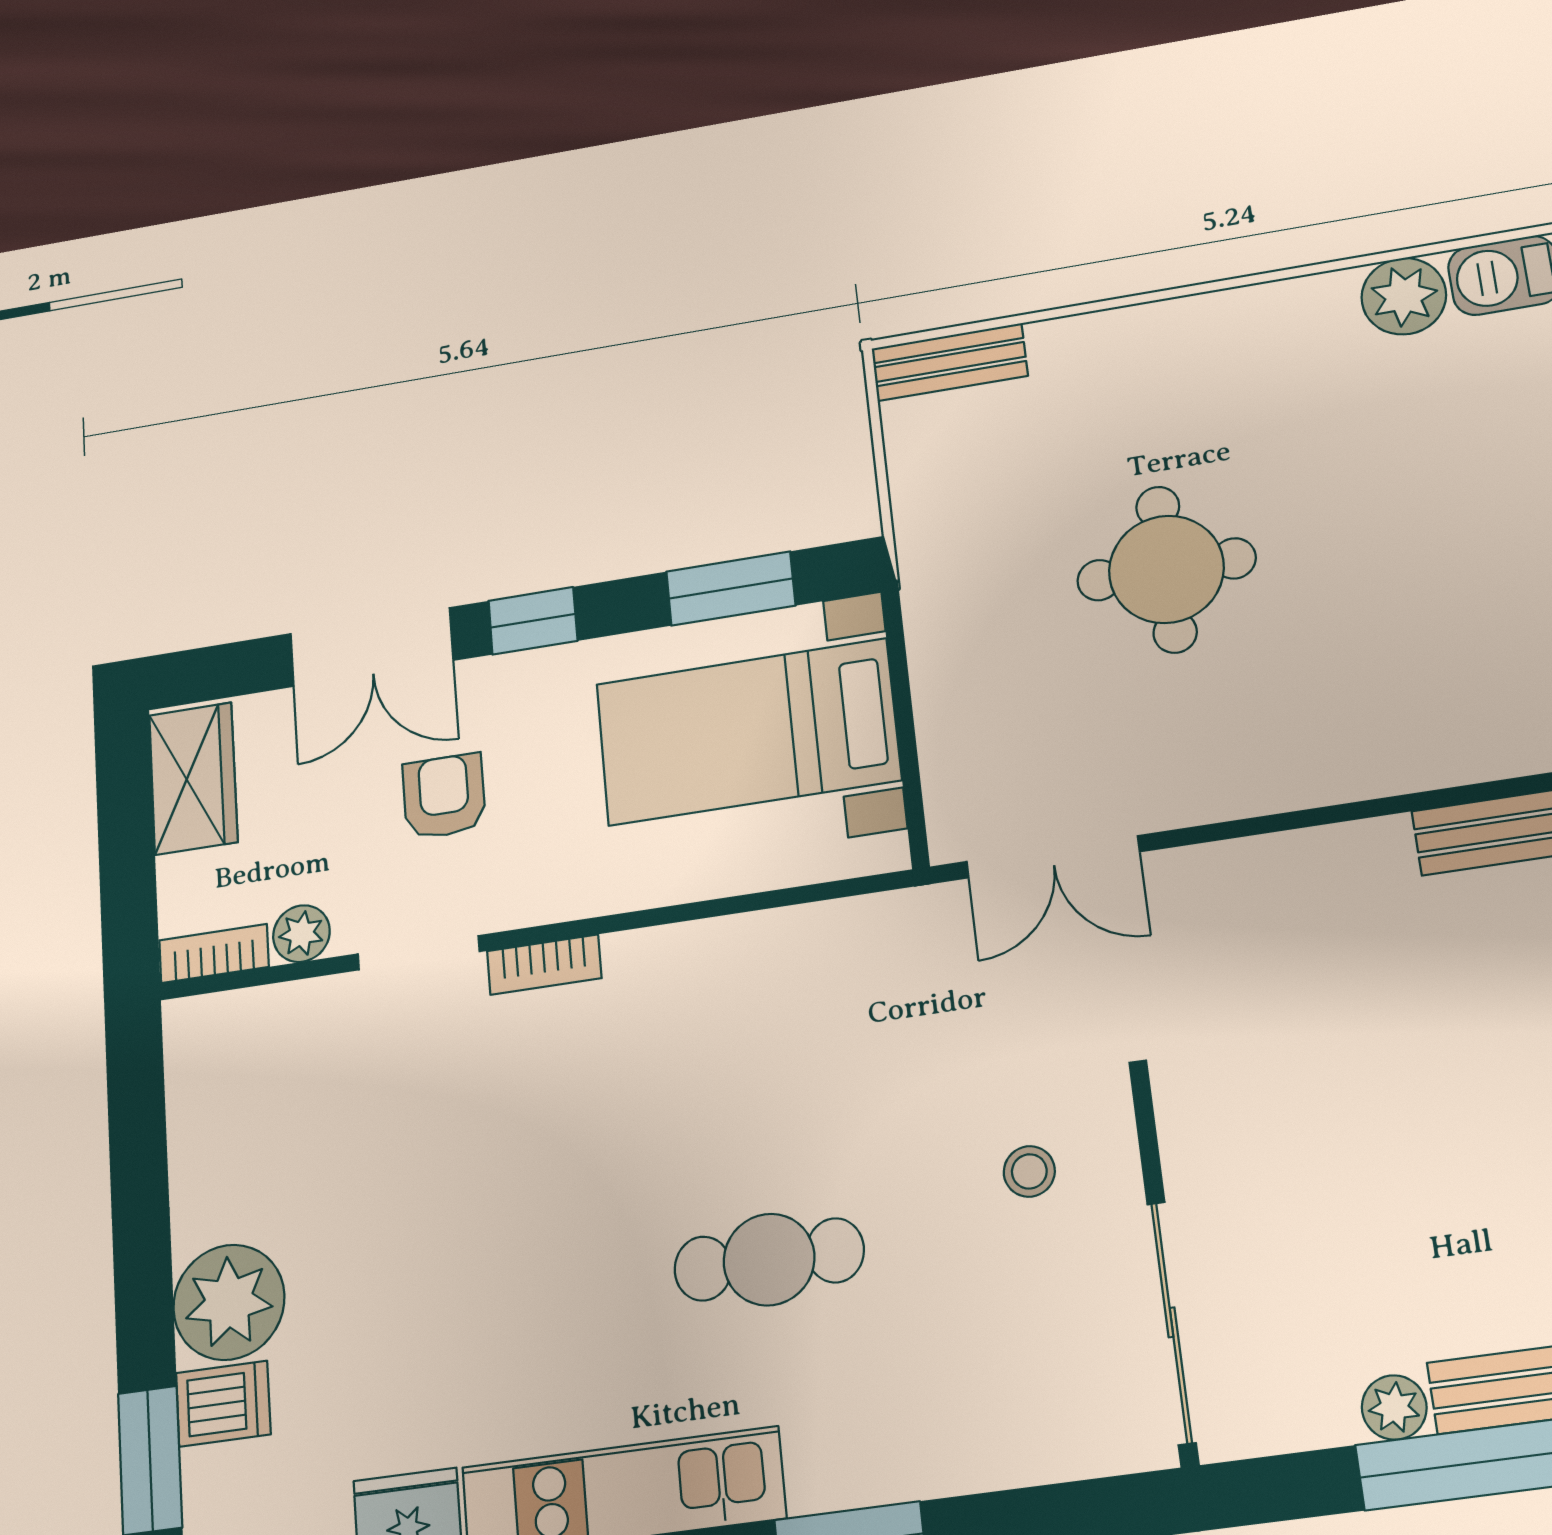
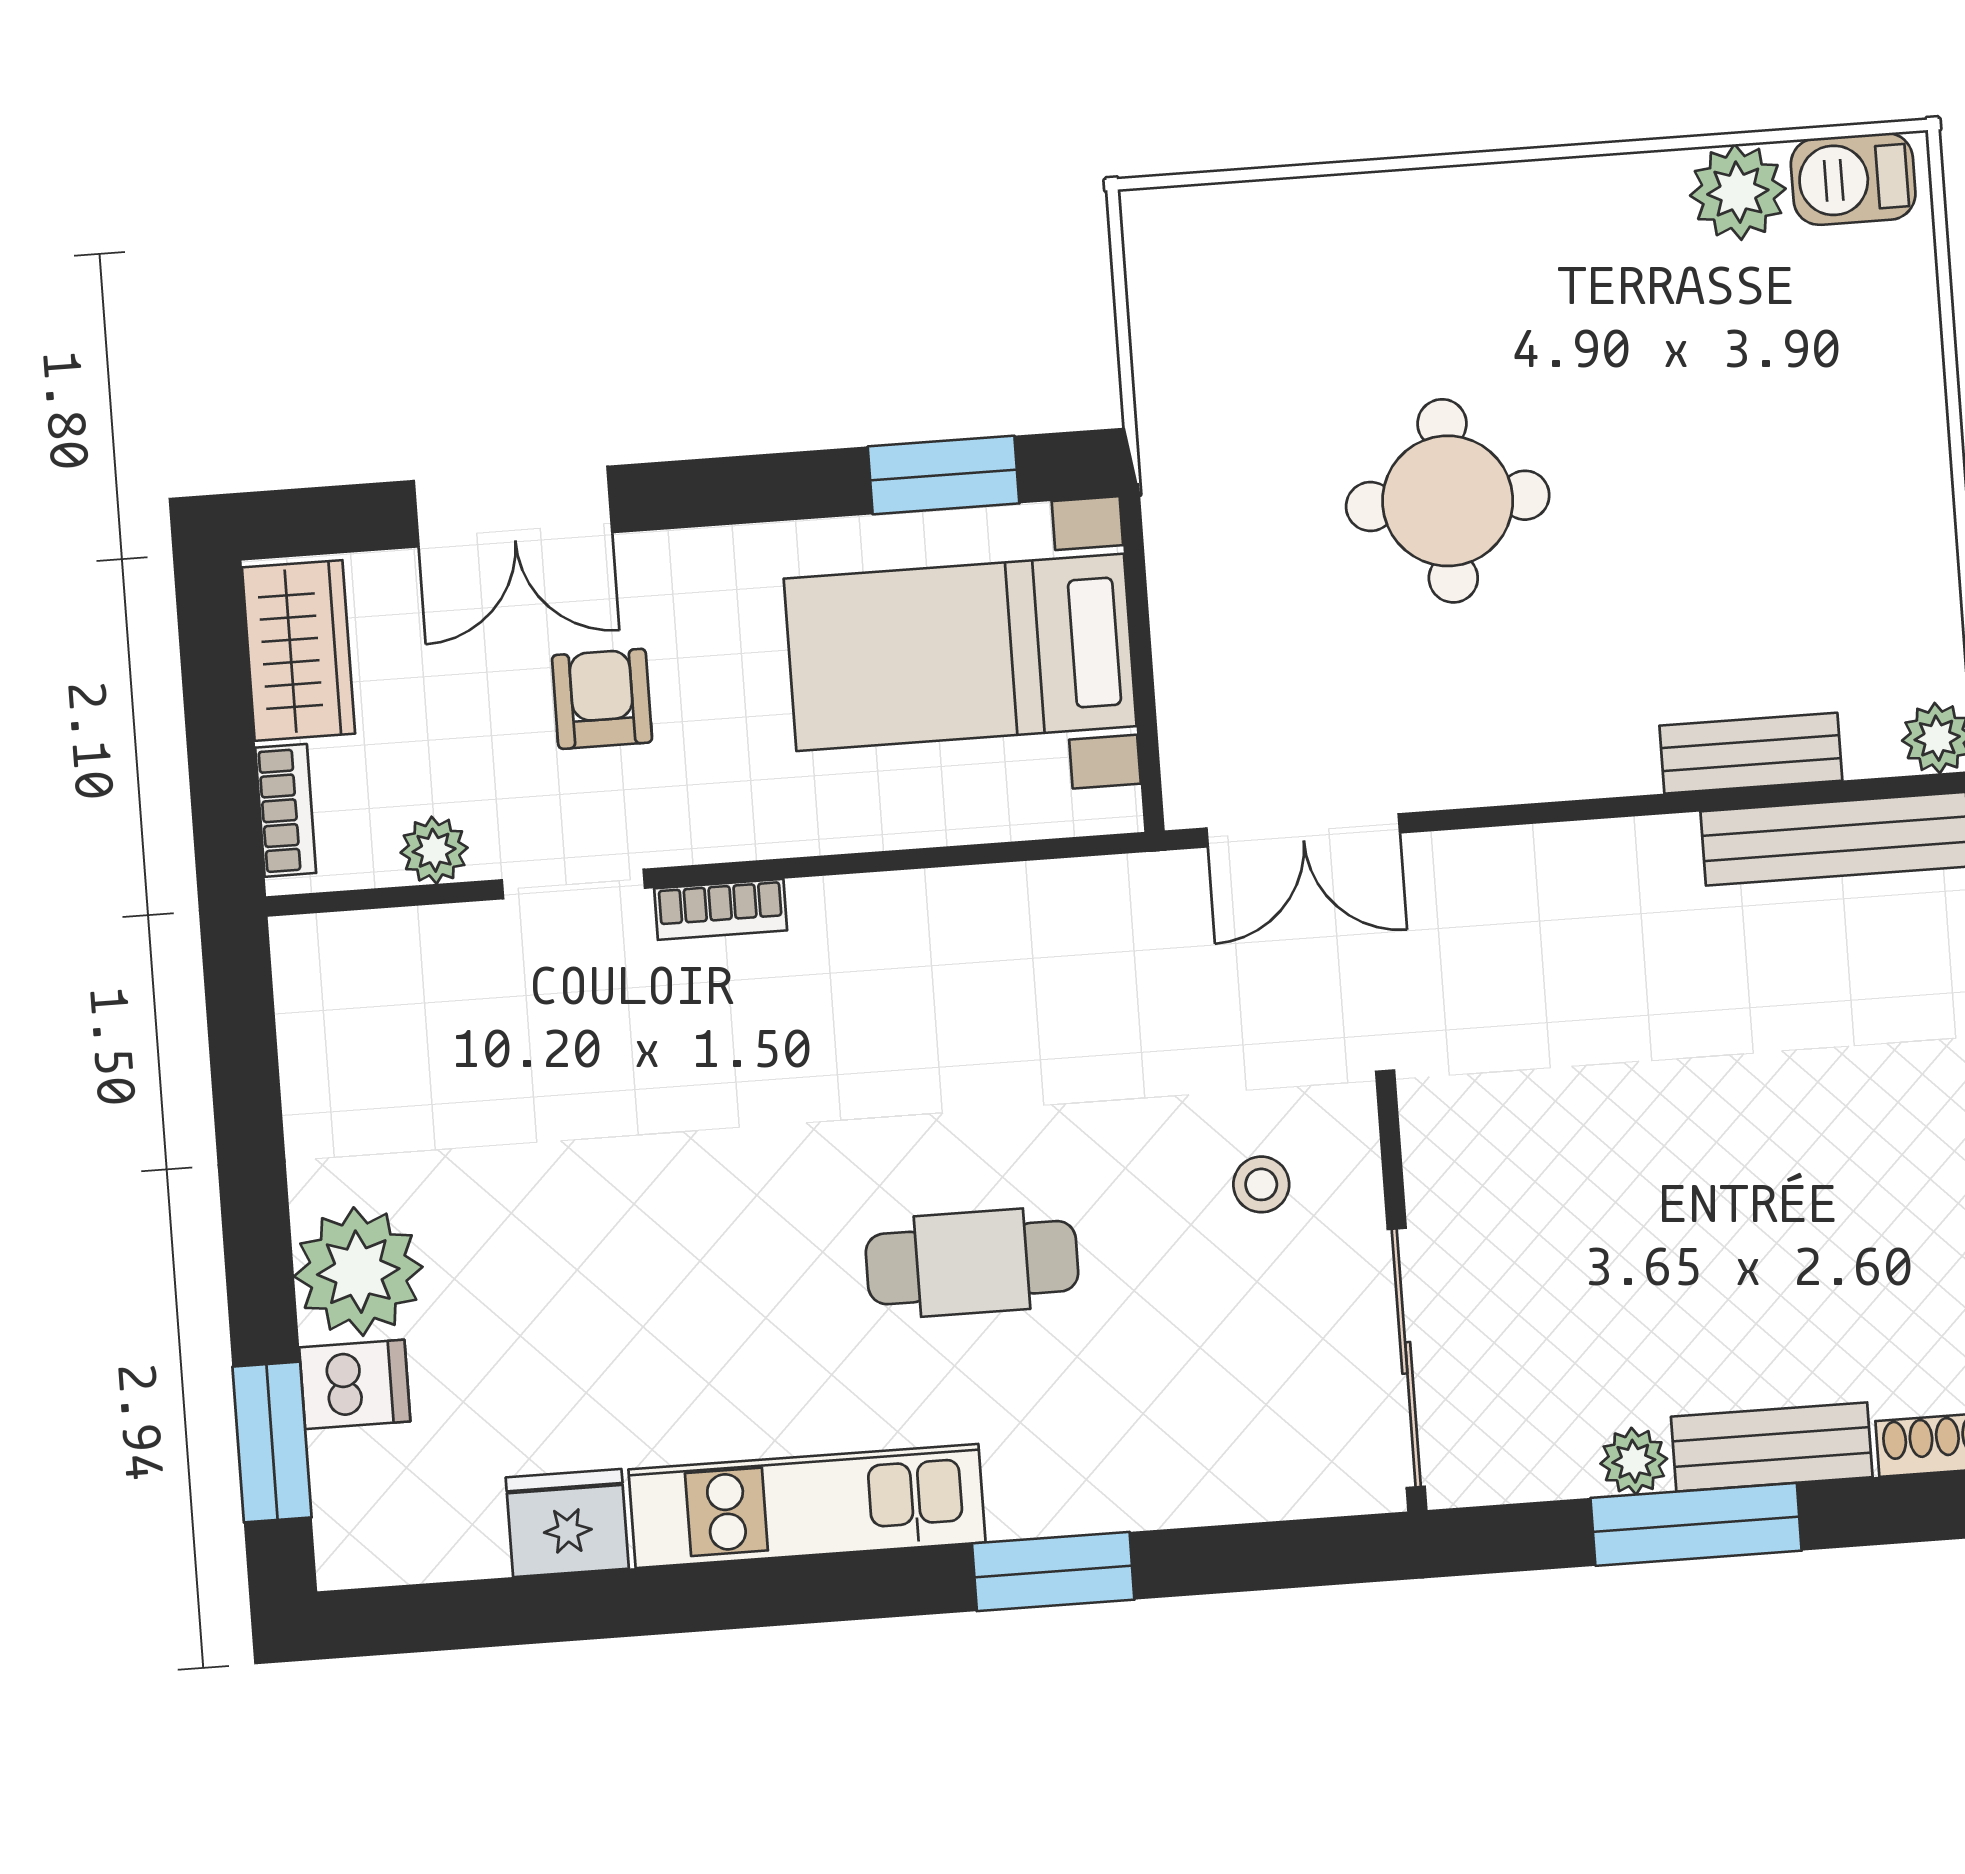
bench: (949, 362) -> (1751, 753), moved
window: (533, 621) -> (708, 492), removed
bookcase: (214, 954) -> (286, 810), moved, turned 90

